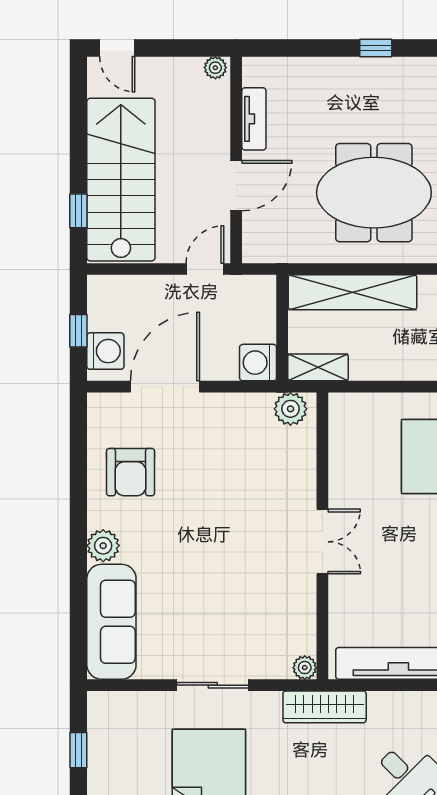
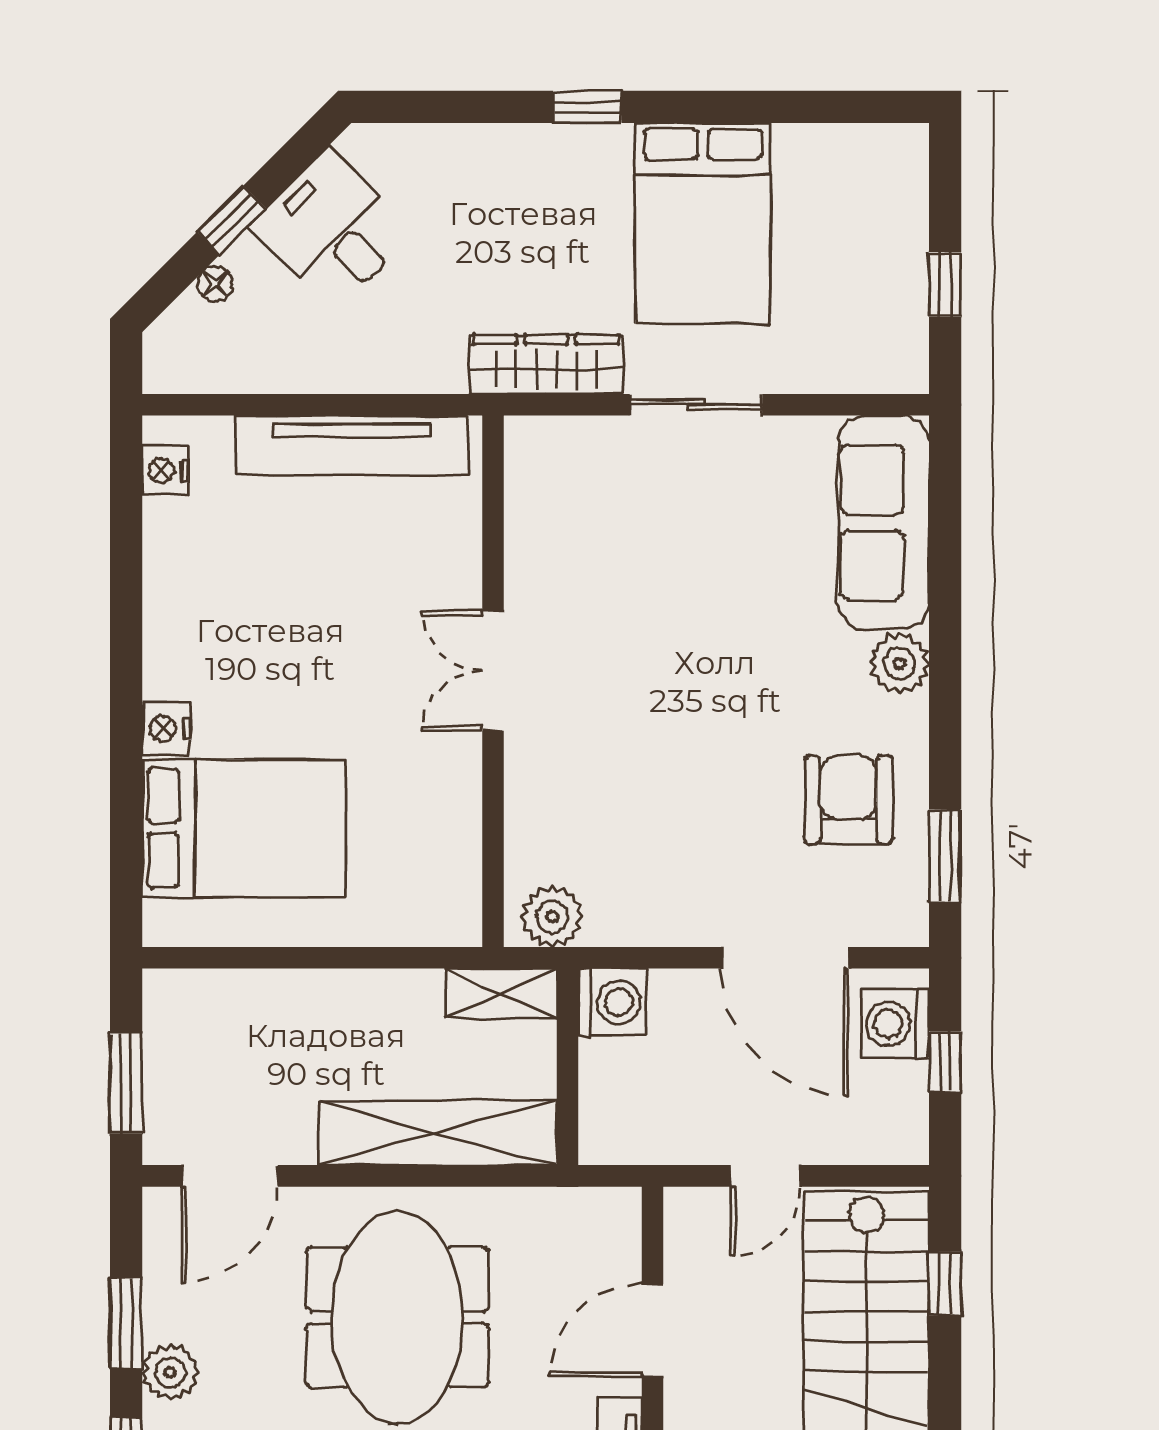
meeting table: (374, 193) -> (397, 1317), turned 90
door: (205, 269) -> (765, 1176), moved
door: (165, 387) -> (785, 958), hinge flipped
window: (78, 442) -> (945, 856), added
plant: (305, 668) -> (526, 437), removed
wardrobe: (325, 707) -> (546, 364), moved

